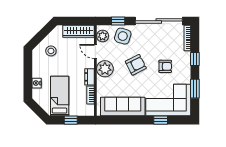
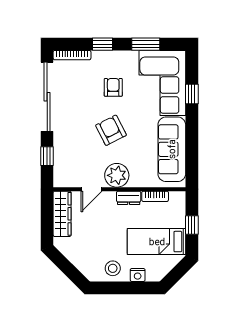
plant: (103, 36) -> (69, 179), removed
side table: (123, 36) -> (69, 149), removed
stool: (51, 51) -> (113, 268), moved

